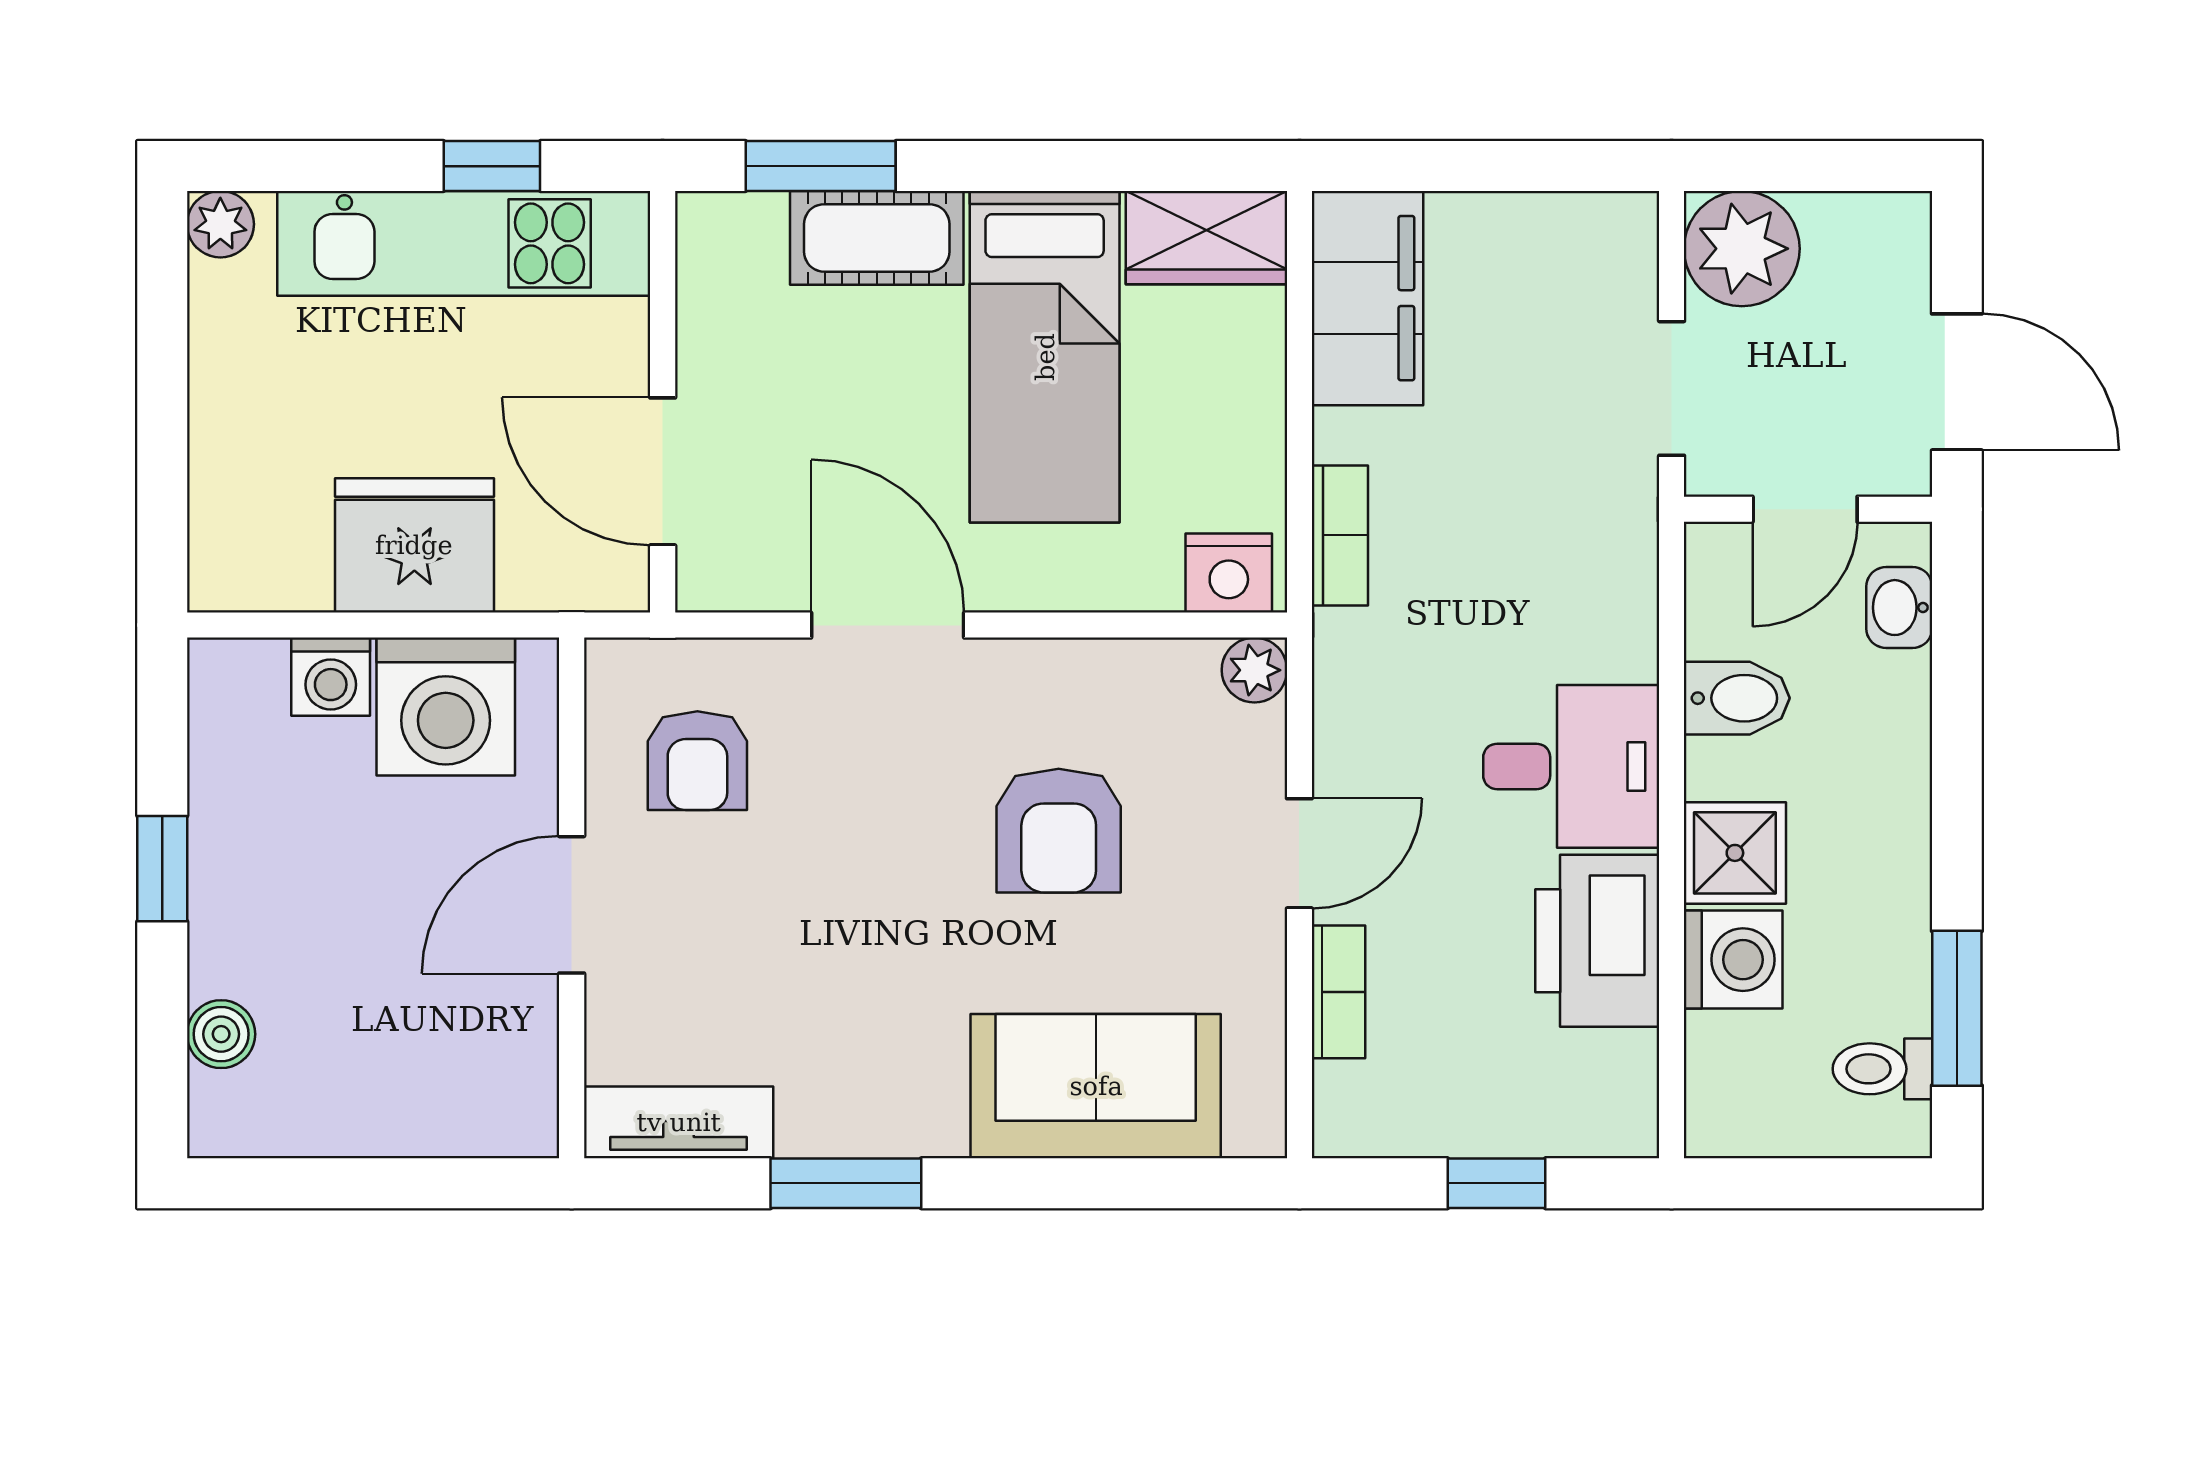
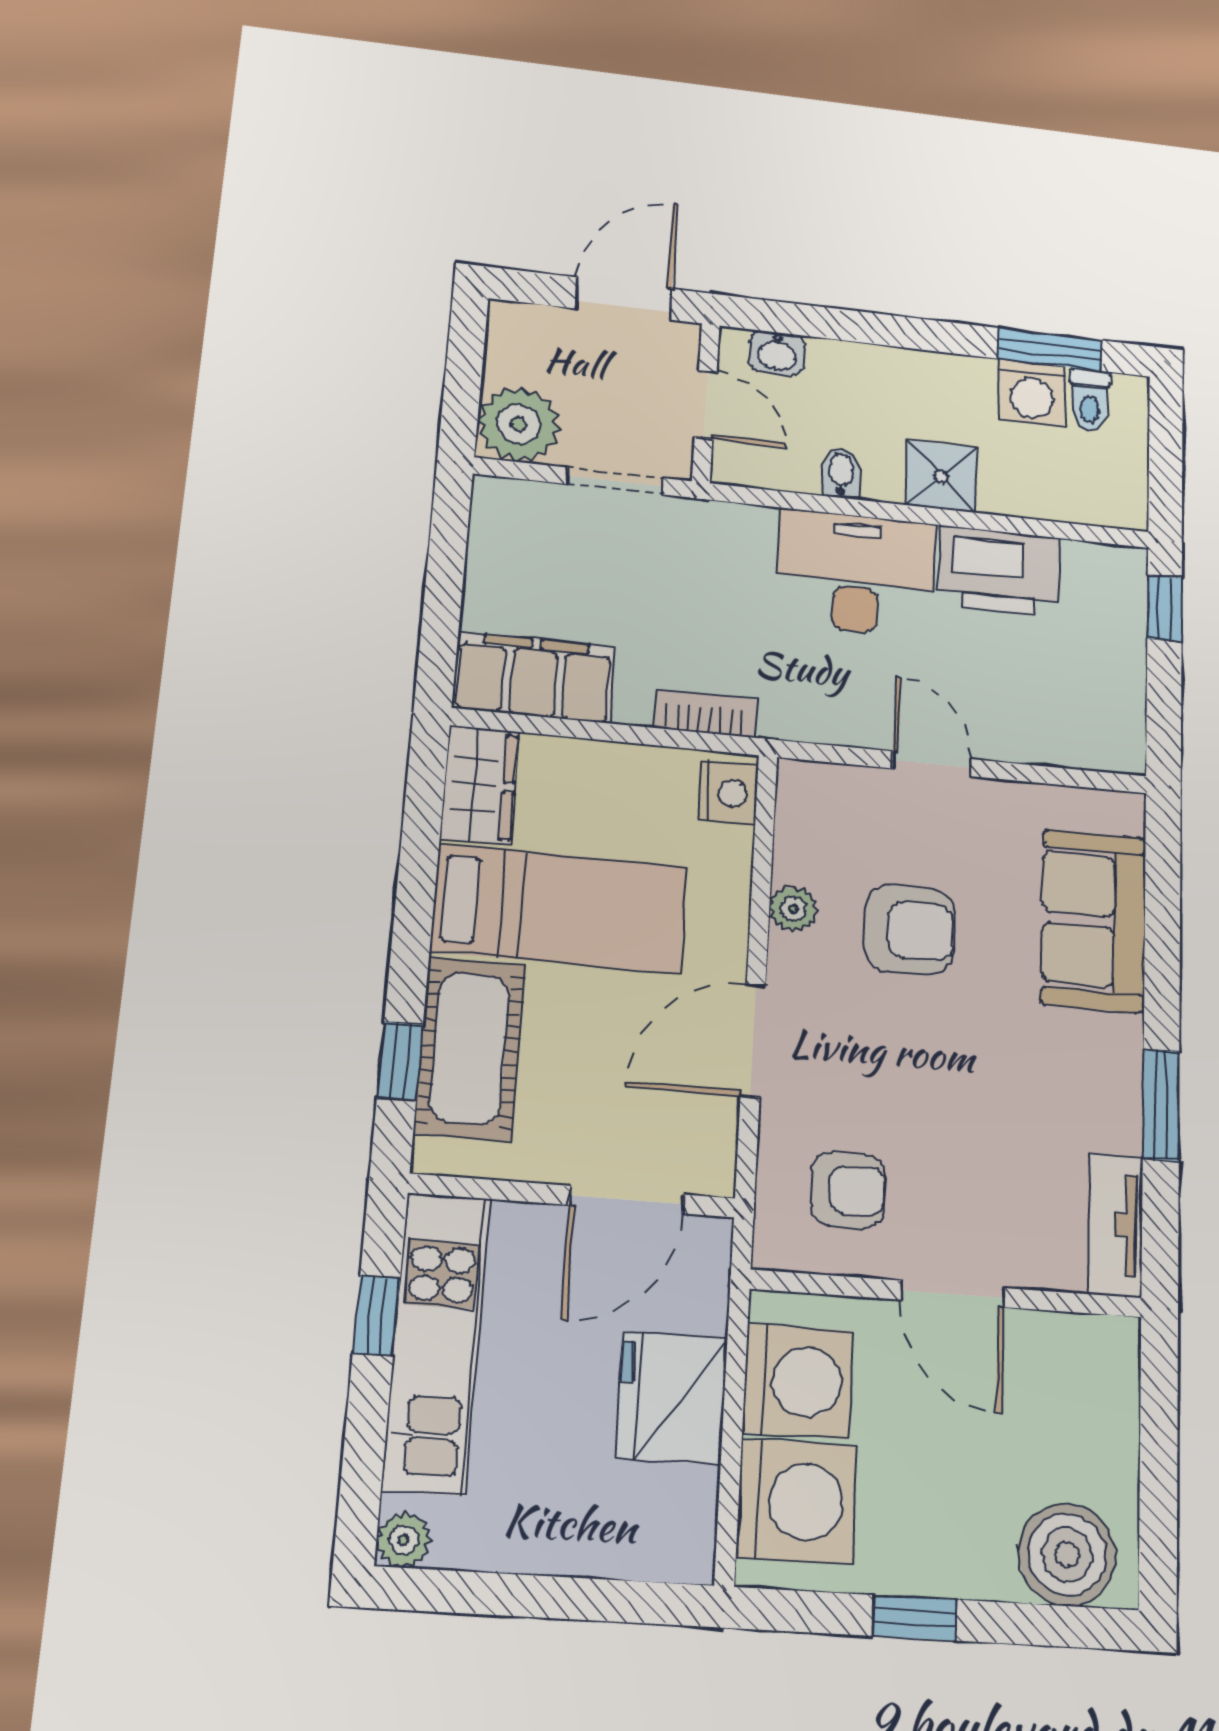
window: (821, 166) -> (400, 1061), width x0.67
cot: (877, 238) -> (470, 1048), width x1.37, depth x1.34
plant: (1254, 670) -> (793, 909), moved
washing machine: (331, 677) -> (797, 1501), width x1.89, depth x1.89
bidet: (1737, 698) -> (841, 473), width x0.72, depth x0.74
desk: (1571, 766) -> (856, 573), width x1.37
washing machine: (1733, 960) -> (1032, 393), moved, turned 180
bookcase: (1338, 992) -> (1030, 747), removed
boiler: (221, 1034) -> (1067, 1555), width x1.86, depth x1.86
window: (1496, 1183) -> (1165, 608), moved

